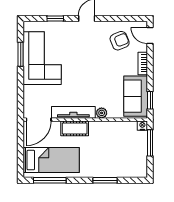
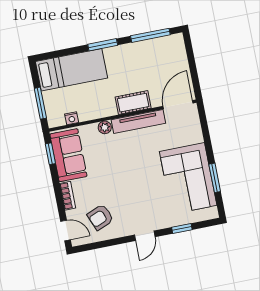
nightstand: (142, 126) -> (72, 118), moved
bed: (51, 160) -> (71, 70), moved, turned 180
window: (105, 180) -> (103, 45), moved

